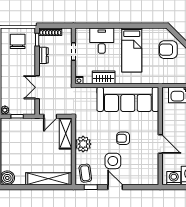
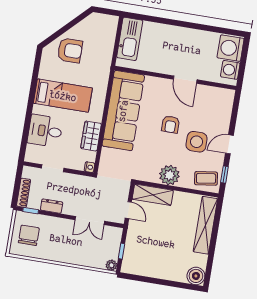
chair: (18, 41) -> (29, 235), turned 90
armchair: (168, 50) -> (70, 50), turned -90
door: (160, 144) -> (185, 80), swing flipped

